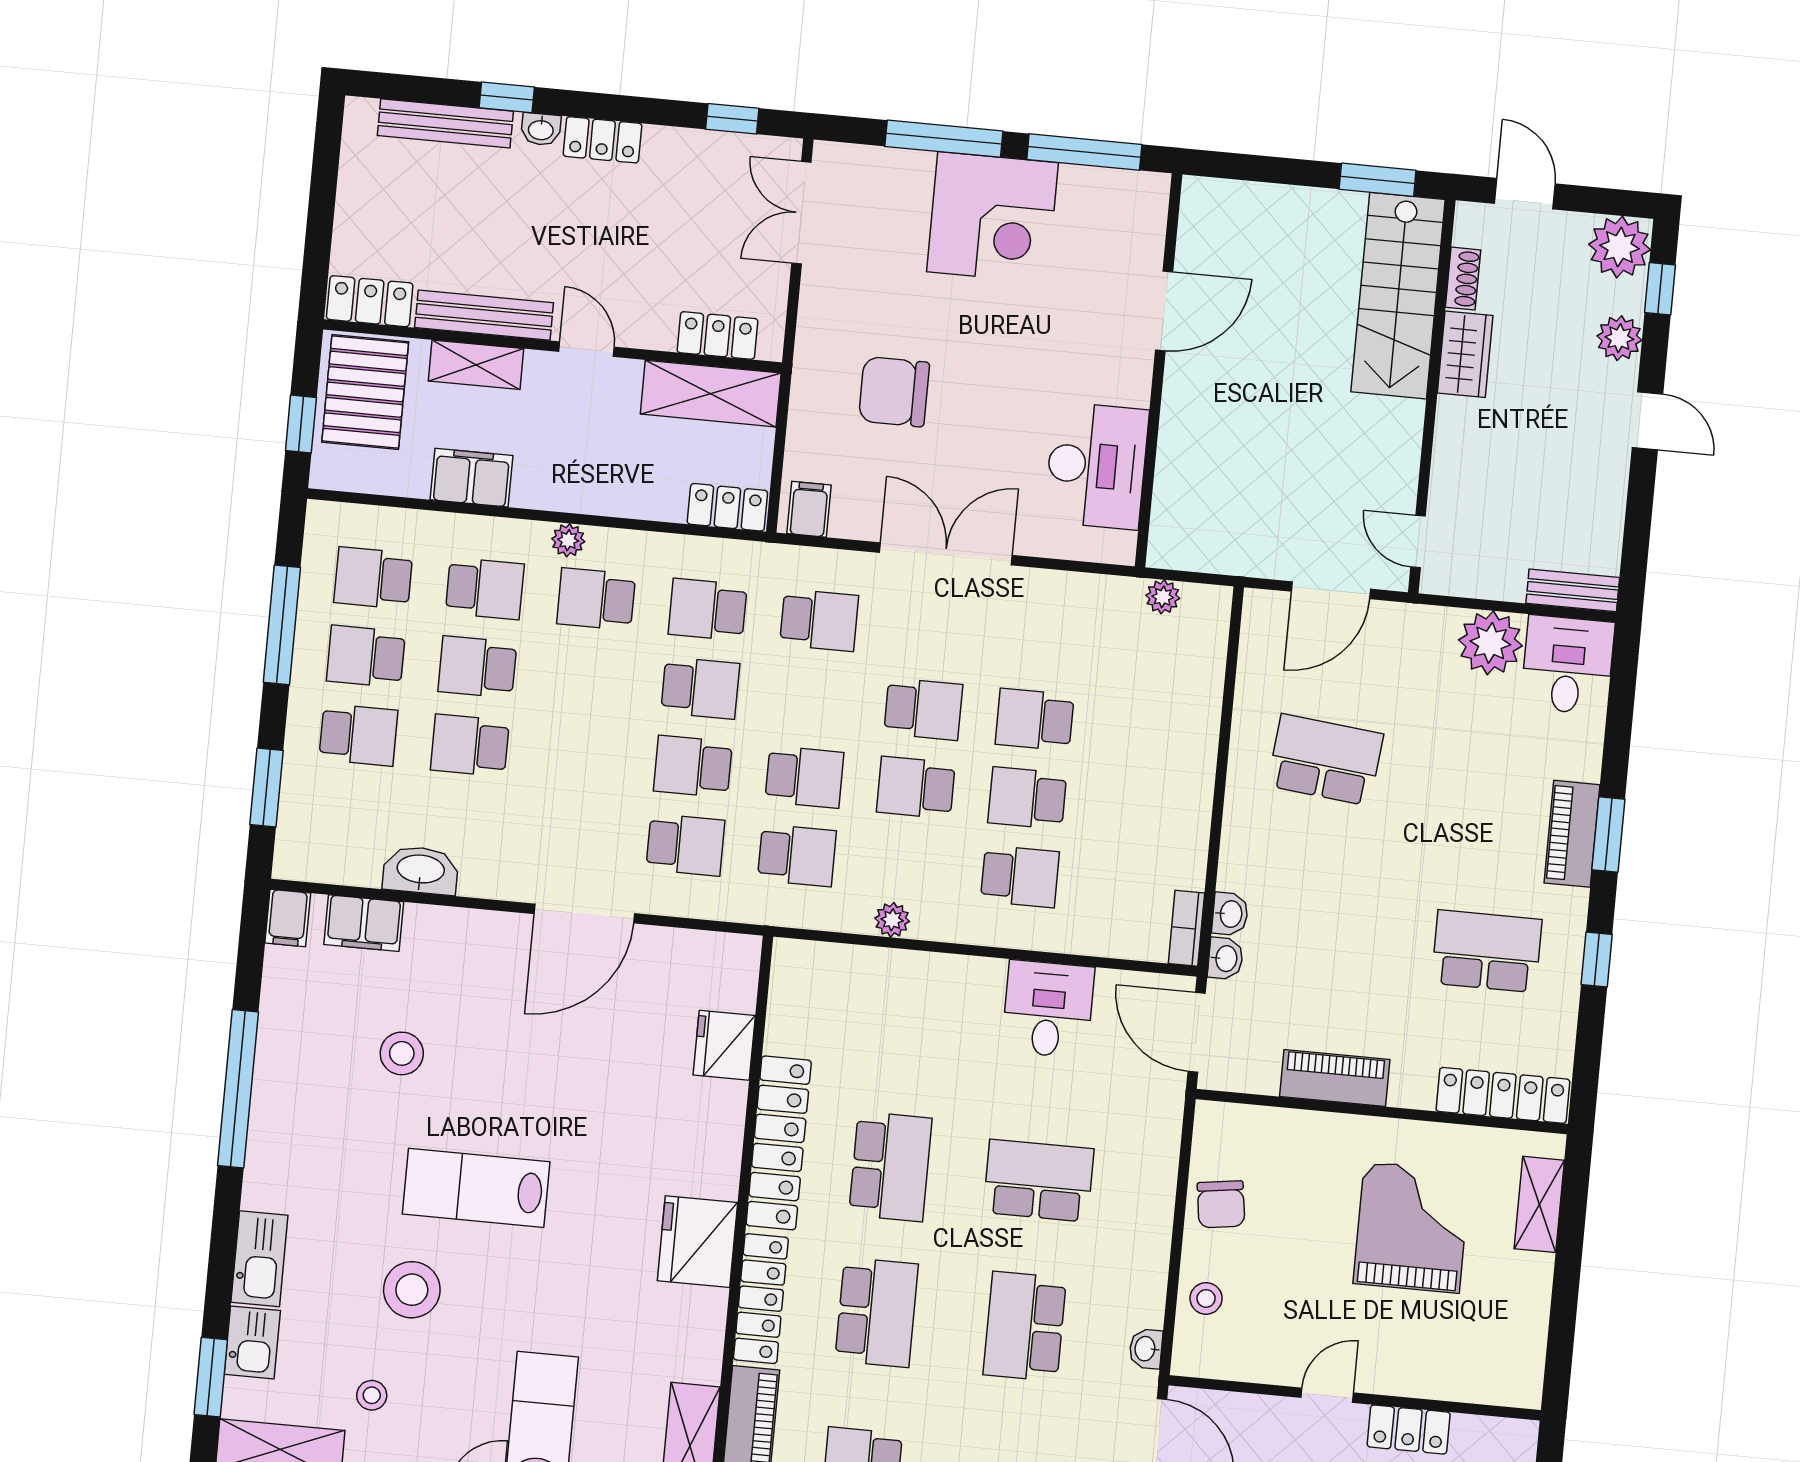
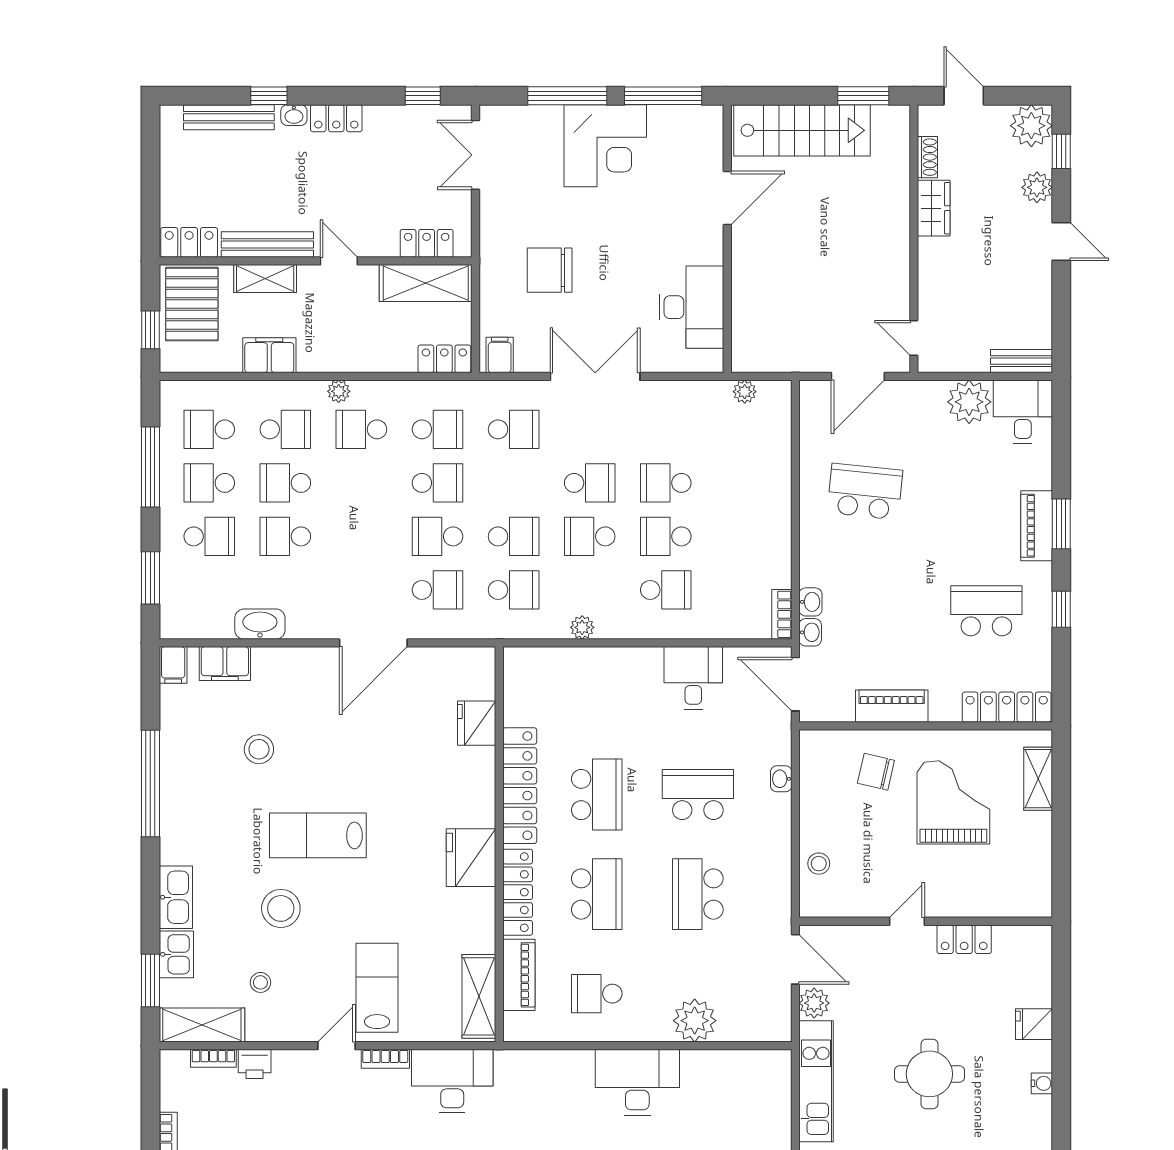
stairs: (1398, 296) -> (802, 130), moved, turned -90
school desk: (708, 610) -> (438, 429), turned 180
chair: (1221, 1204) -> (876, 772), moved, turned 111
washbasin: (1146, 1349) -> (781, 779), moved

